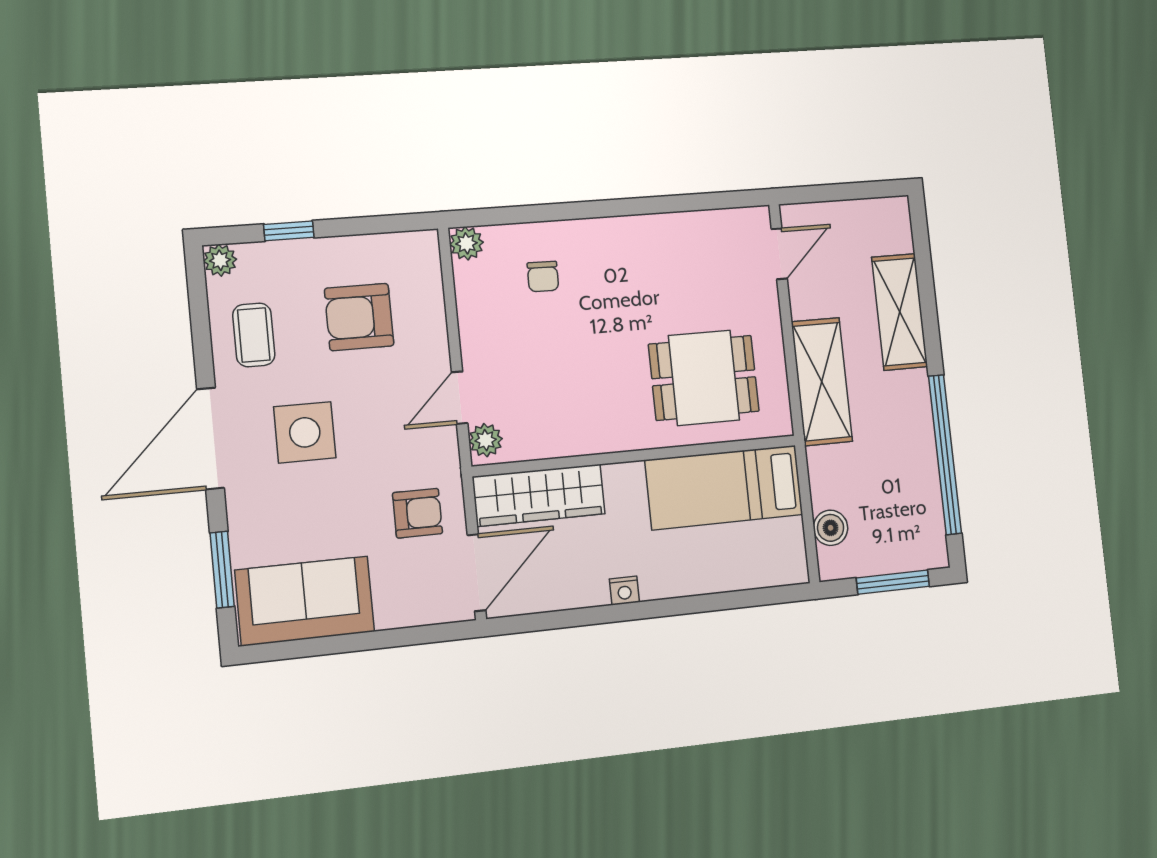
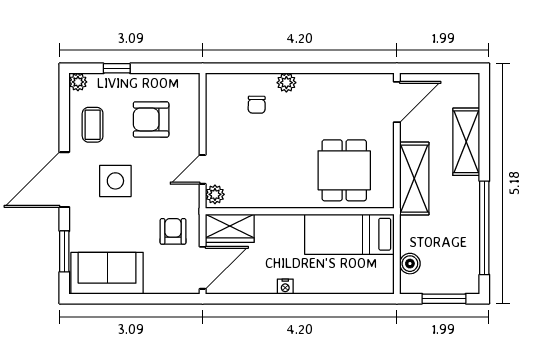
plant: (466, 243) -> (286, 83), moved
door: (779, 254) -> (397, 102), width x1.38
dining table: (704, 378) -> (344, 170), turned 90
wardrobe: (539, 495) -> (230, 228), width x0.67
armchair: (418, 513) -> (173, 231), turned -90

